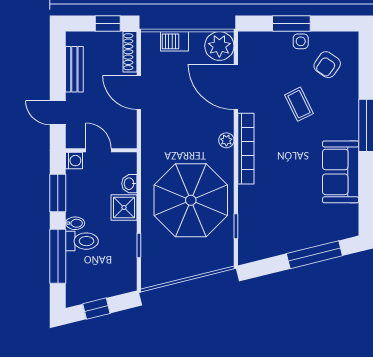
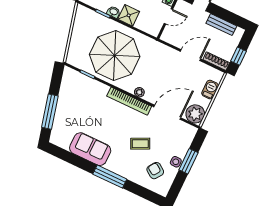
washbasin: (129, 184) -> (114, 12), moved

